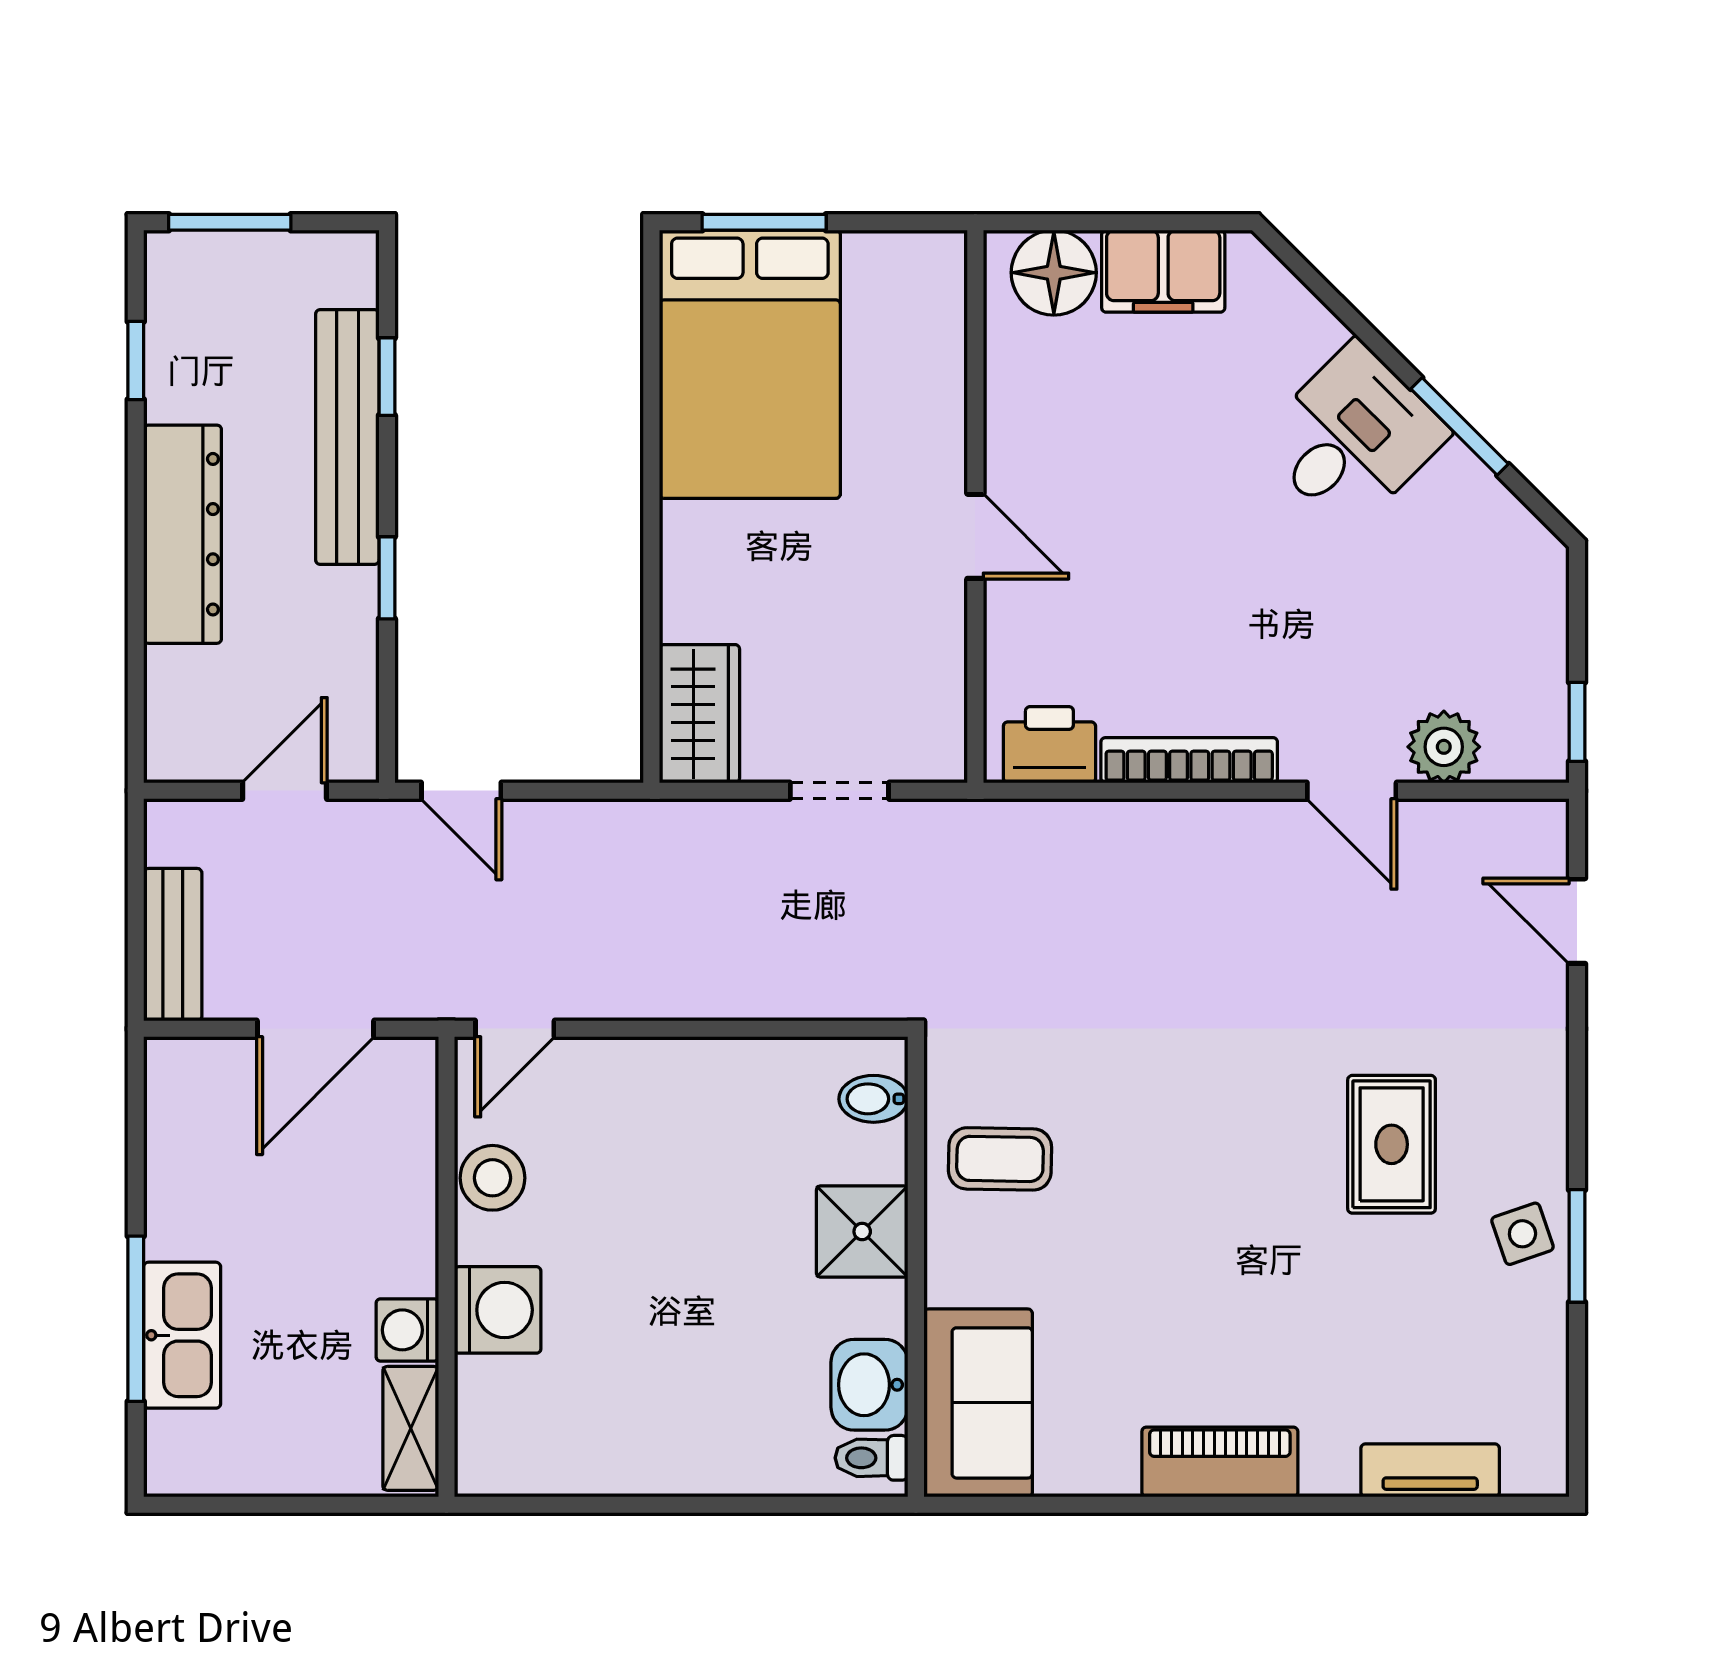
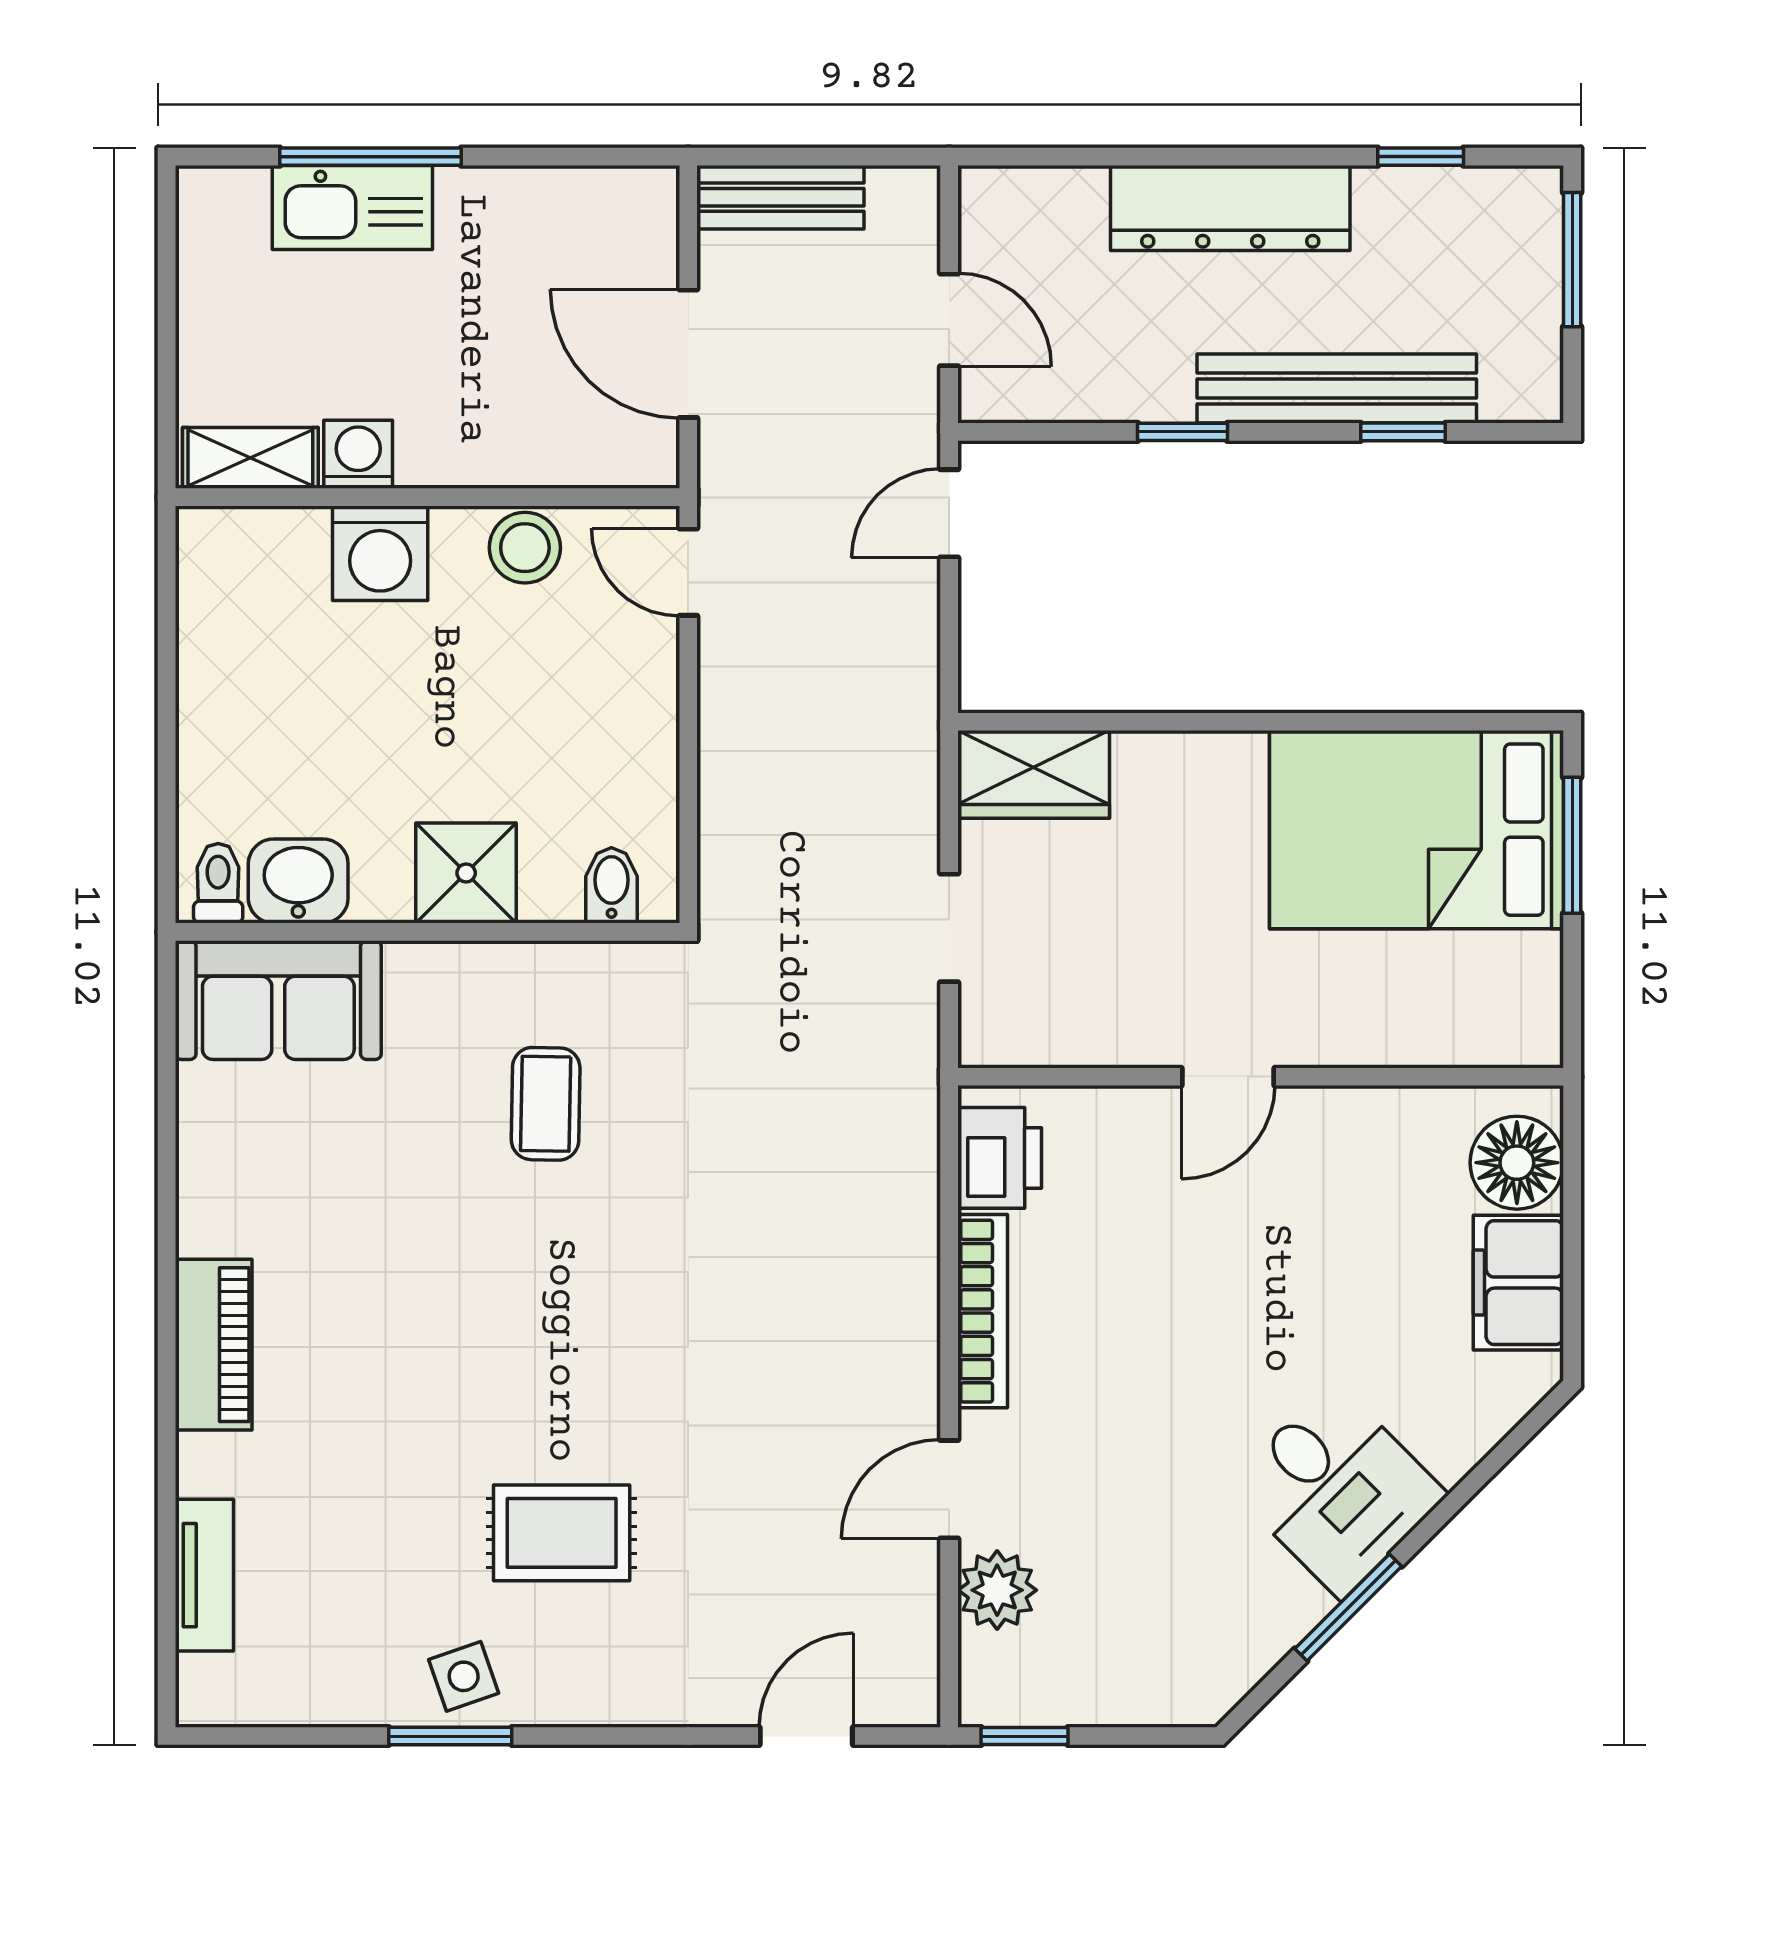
bidet: (873, 1099) -> (611, 885), moved
shower: (862, 1232) -> (466, 873), moved
wall: (916, 1267) -> (427, 932), moved
washbasin: (869, 1385) -> (298, 881), moved
sofa: (978, 1403) -> (278, 1000), moved
toilet: (871, 1458) -> (218, 883), moved

